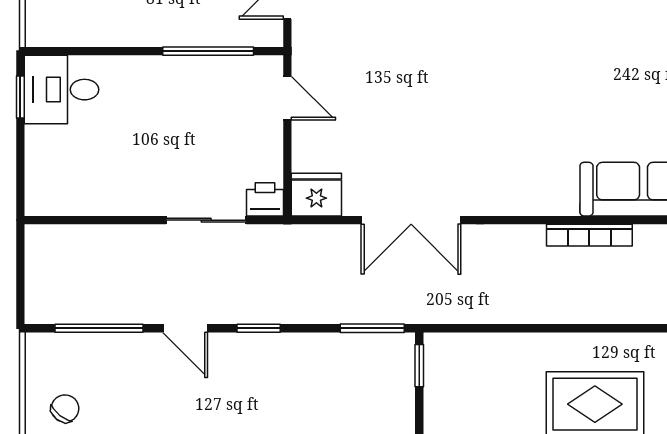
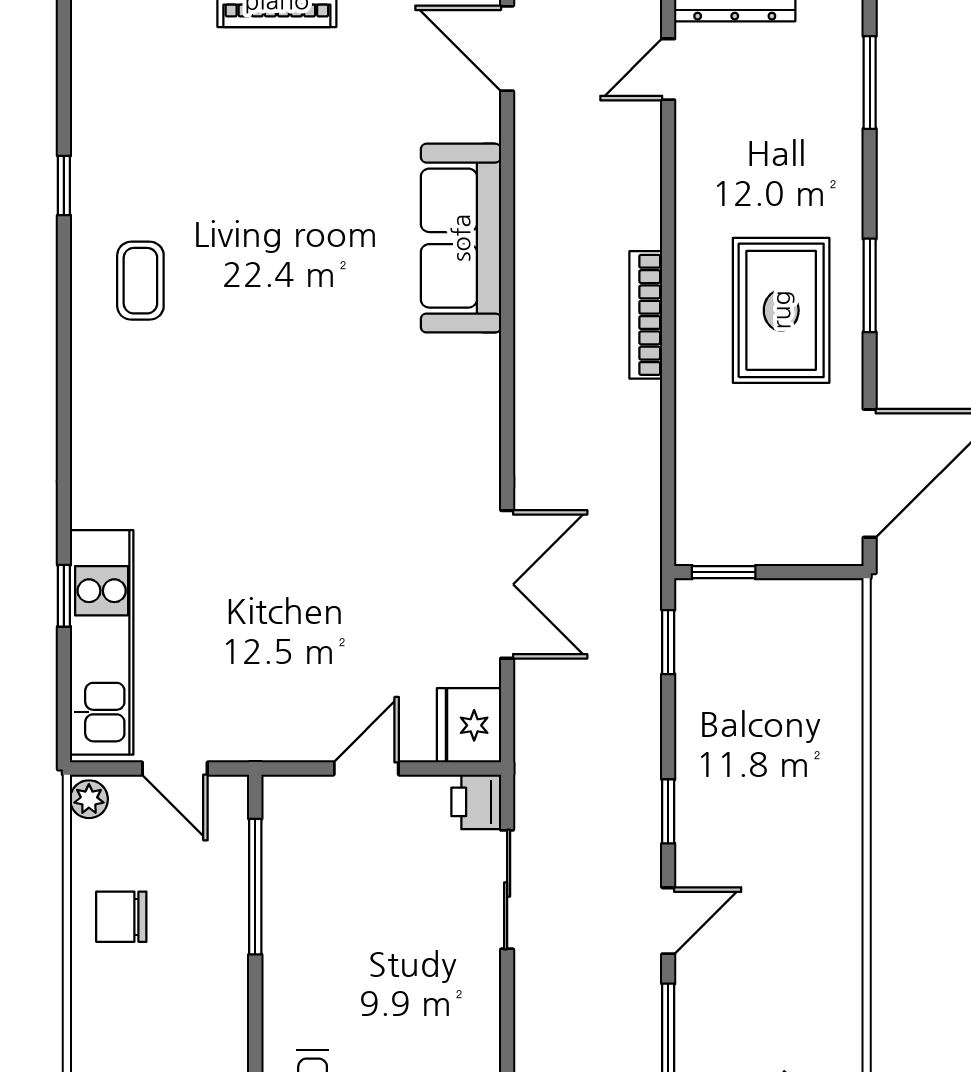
door: (287, 98) -> (366, 768), moved
bookcase: (589, 235) -> (646, 315), moved, turned 180
window: (372, 328) -> (668, 642), width x0.67

